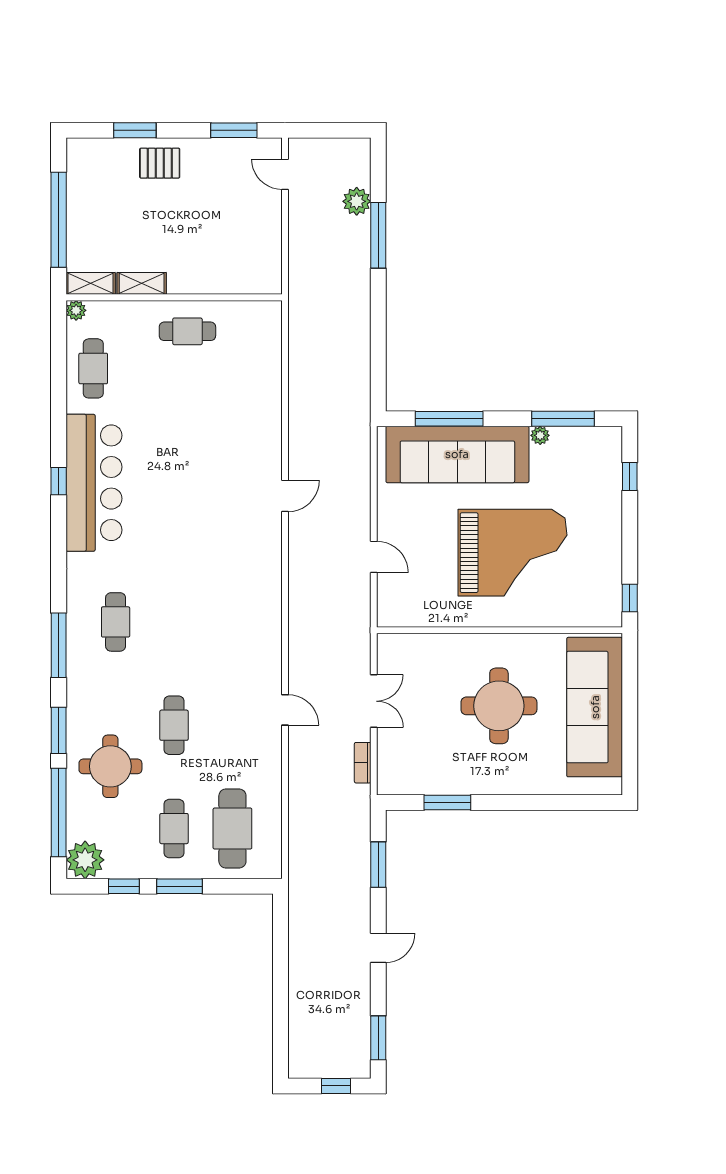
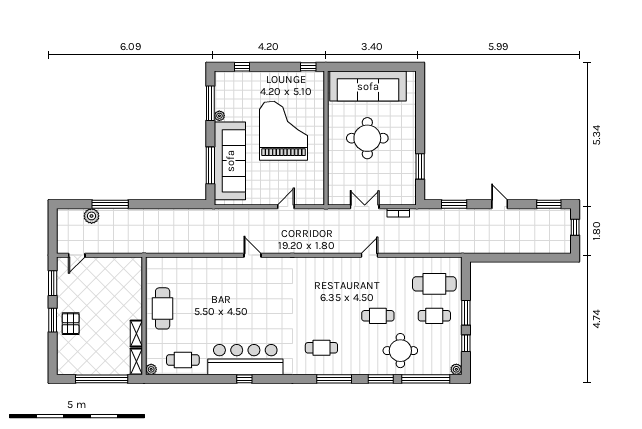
window: (135, 130) -> (53, 320), moved
cafe table: (187, 331) -> (163, 308), width x1.37, depth x1.35
plant: (85, 860) -> (456, 369), width x0.53, depth x0.53

